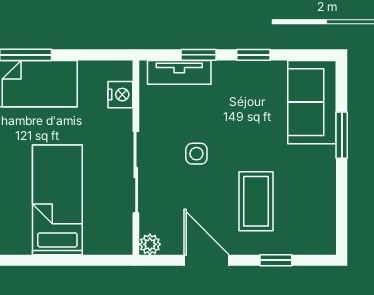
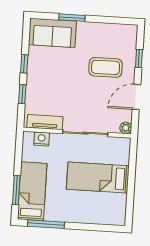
tv unit: (179, 72) -> (45, 122), moved, turned -90
side table: (196, 154) -> (77, 99), removed

